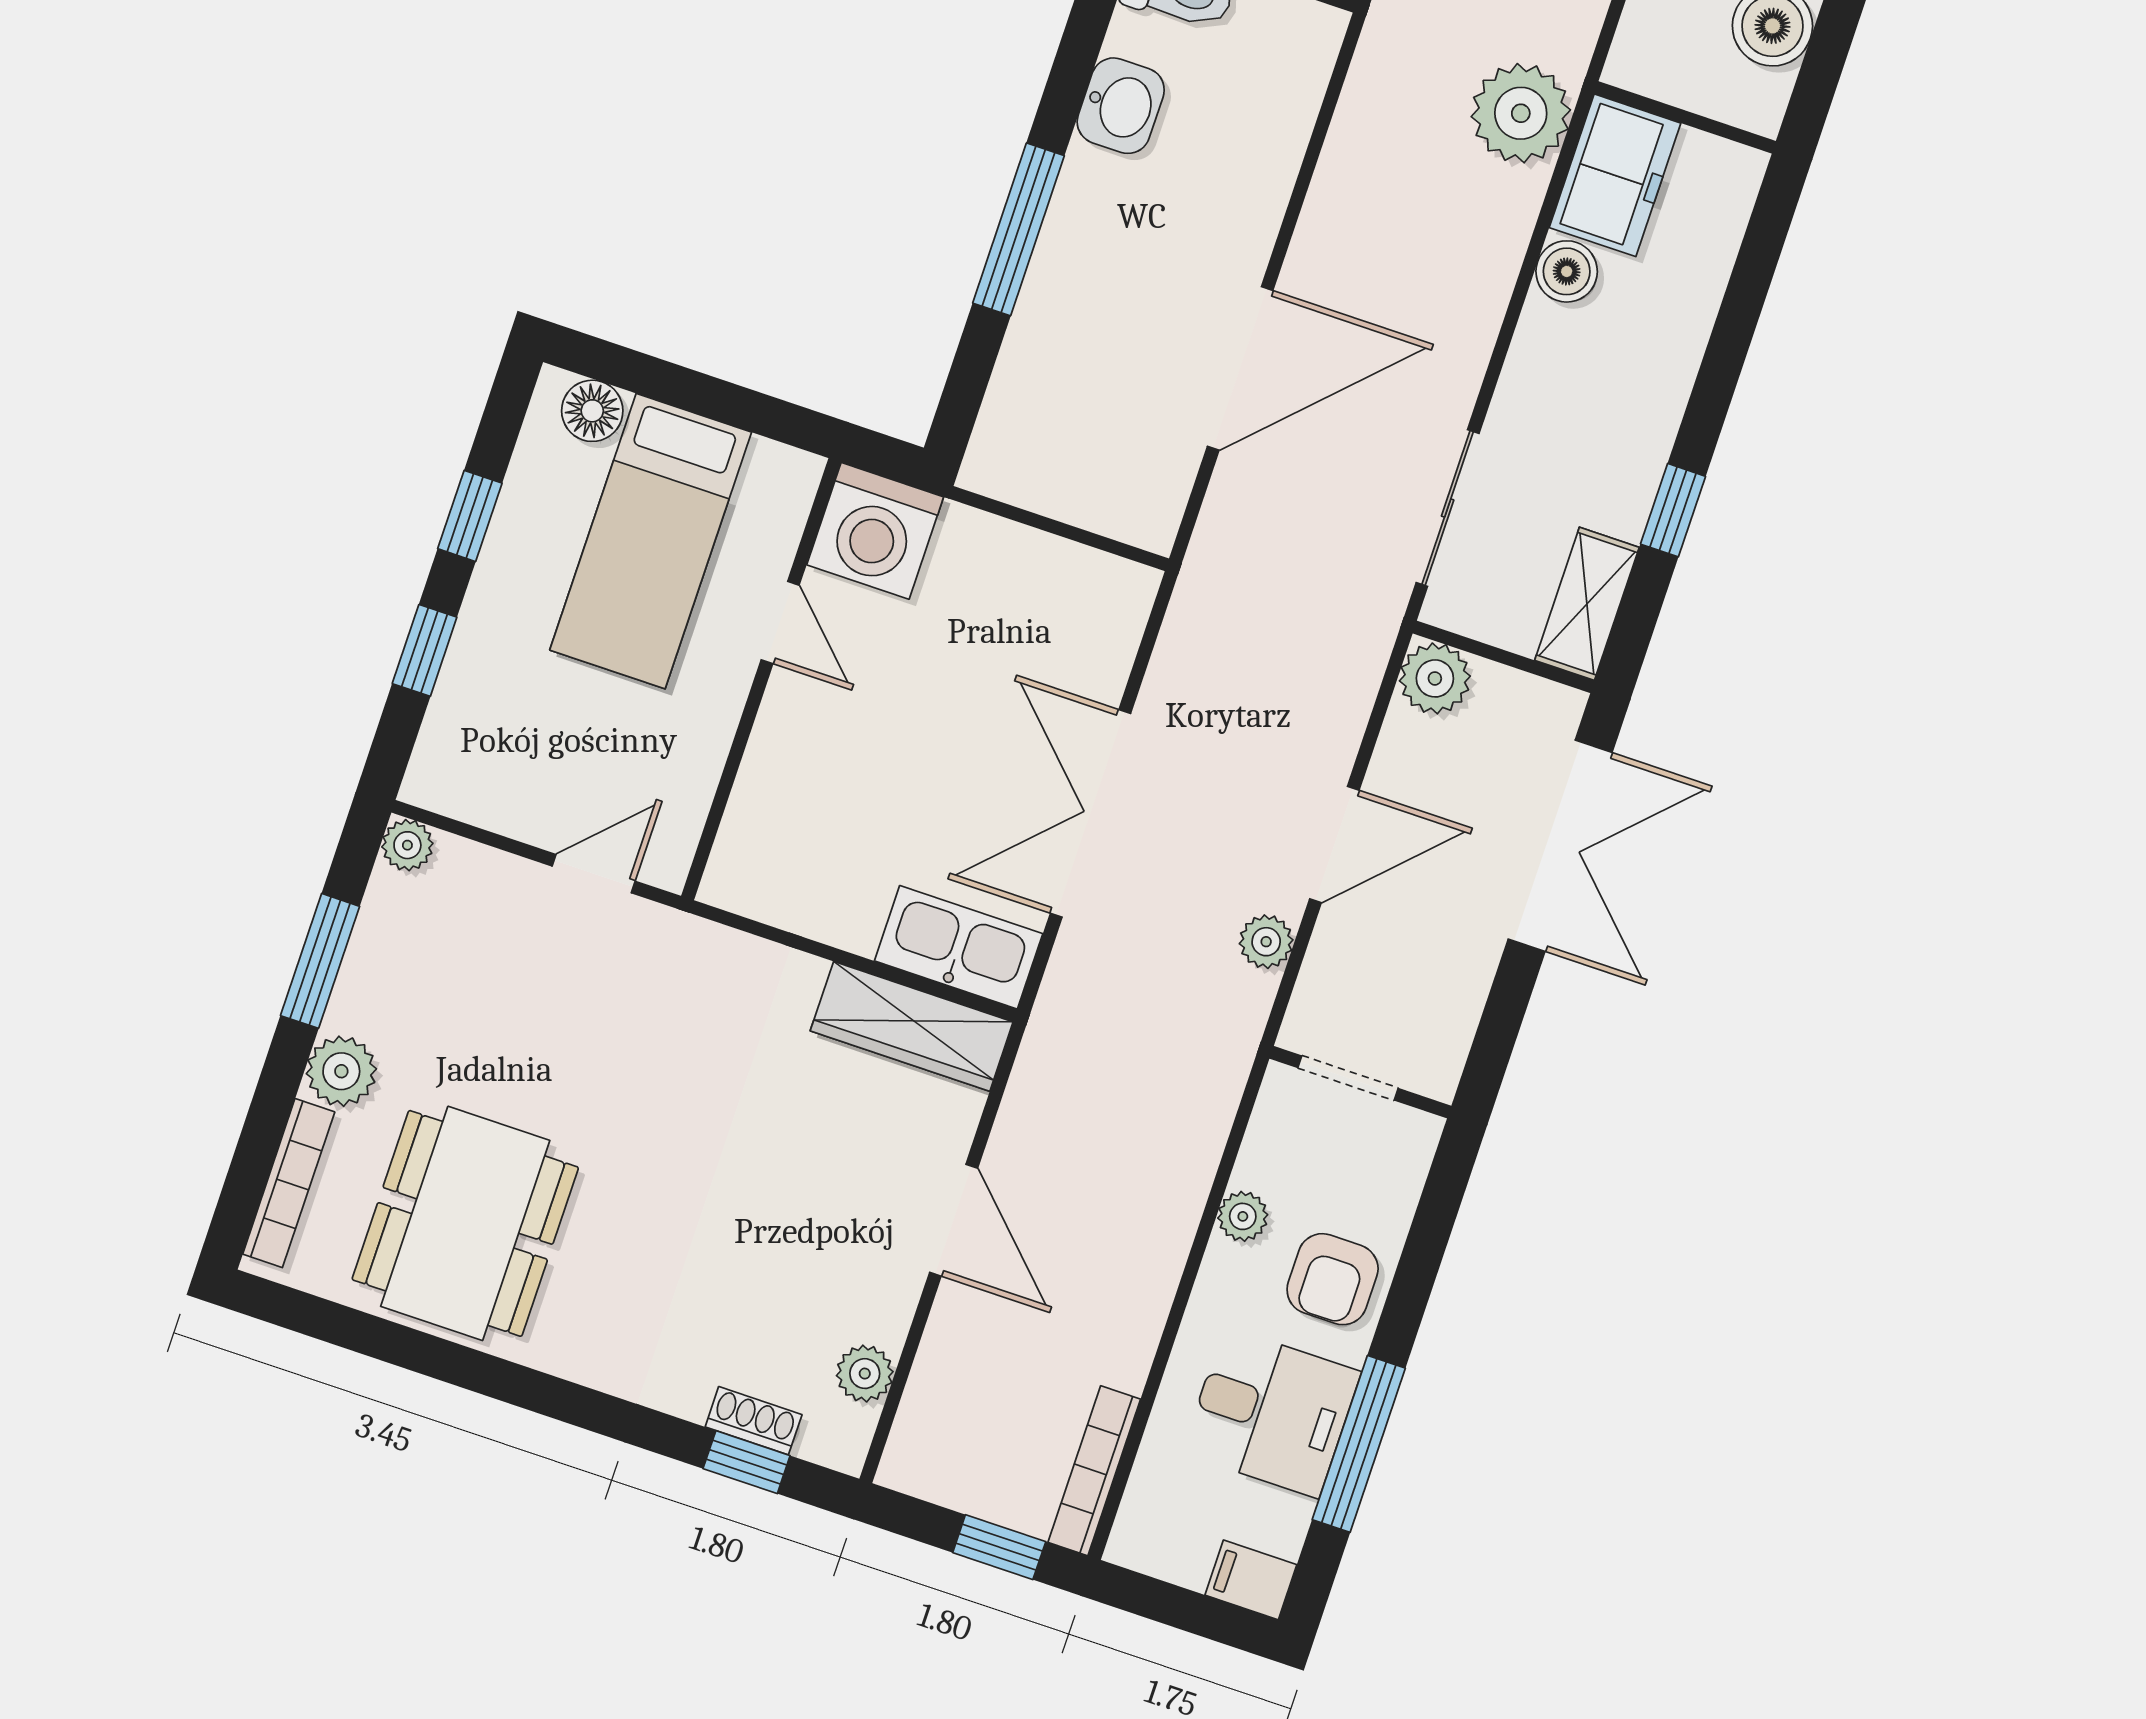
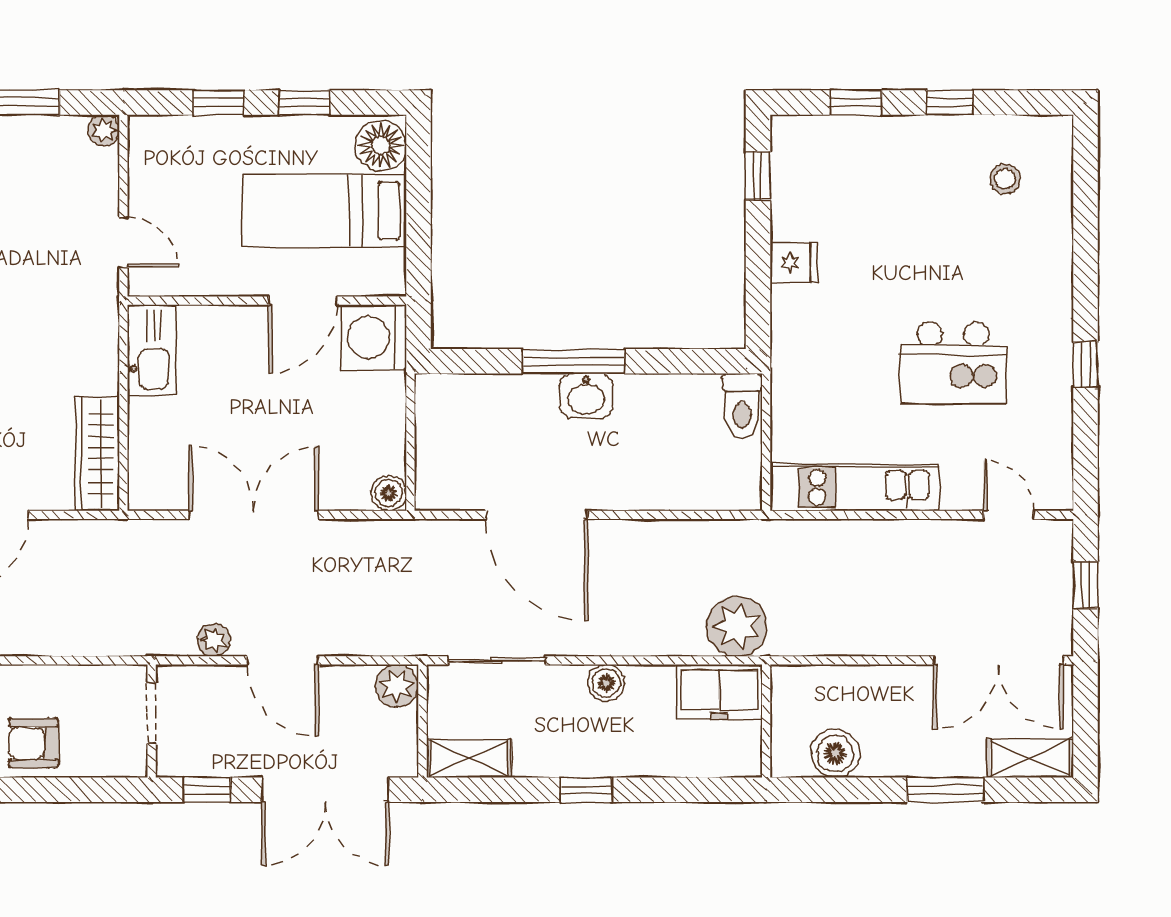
washbasin: (1121, 106) -> (586, 396), moved
boiler: (1567, 271) -> (606, 683), moved
floor lamp: (592, 411) -> (381, 145), width x1.38, depth x1.38
window: (1673, 510) -> (586, 790), moved
boiler: (1128, 590) -> (389, 493), added
door: (780, 622) -> (303, 301), width x1.38
kitchen sink: (959, 947) -> (151, 350), moved
window: (1498, 1032) -> (207, 790), added
plant: (1243, 1216) -> (52, 680), removed

